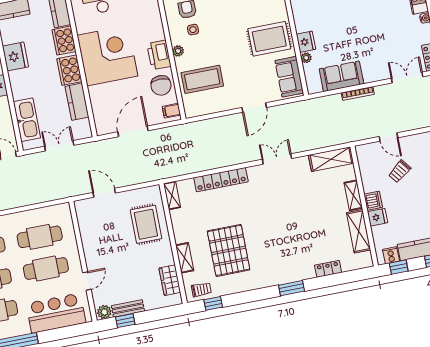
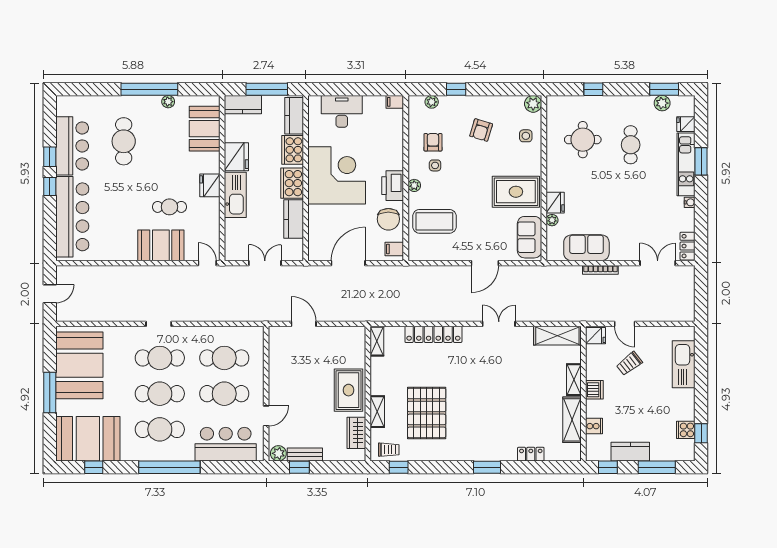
kitchen sink: (27, 120) -> (235, 195), moved
fridge: (377, 217) -> (596, 336), moved
rug: (146, 224) -> (349, 390), moved
cooker: (391, 255) -> (594, 426), moved, turned 90

